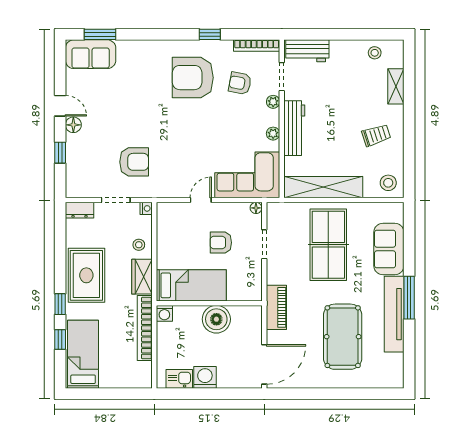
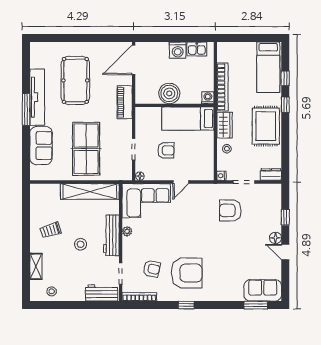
window: (210, 34) -> (186, 305), moved
plant: (273, 102) -> (127, 255), removed
stool: (388, 183) -> (81, 244), moved

